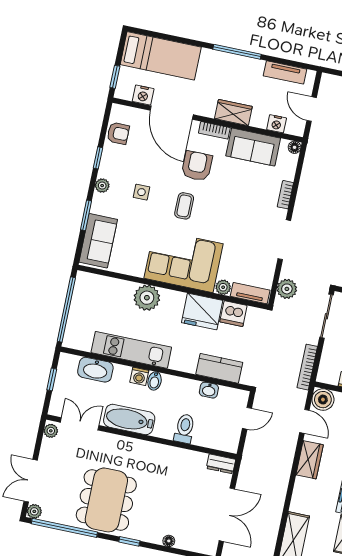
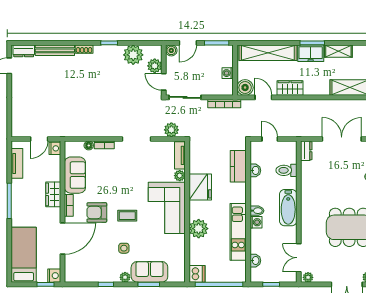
nightstand: (143, 95) -> (54, 276), moved
nightstand: (277, 124) -> (55, 148), moved
armchair: (118, 133) -> (85, 274), removed
floor lamp: (295, 147) -> (89, 145), moved
sofa: (98, 241) -> (149, 272), moved
dishwasher: (233, 314) -> (197, 274), moved
washbasin: (95, 370) -> (255, 261), width x0.52, depth x0.69
bathtub: (129, 419) -> (288, 208), moved
door: (304, 421) -> (263, 97), hinge flipped
toilet: (185, 429) -> (286, 170), moved

